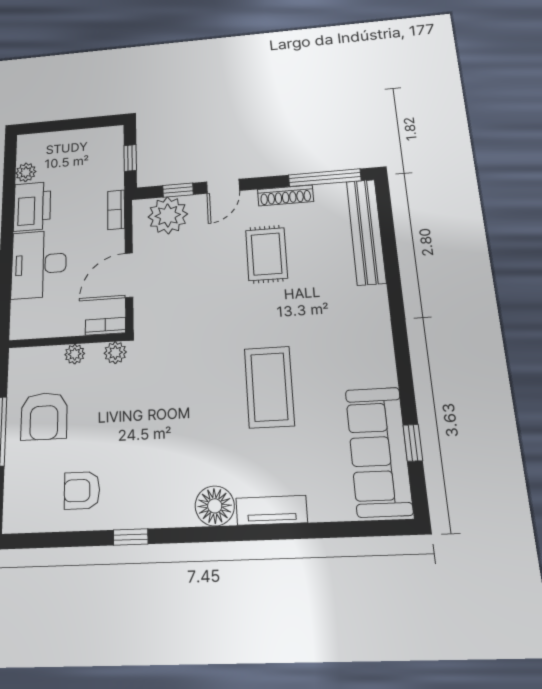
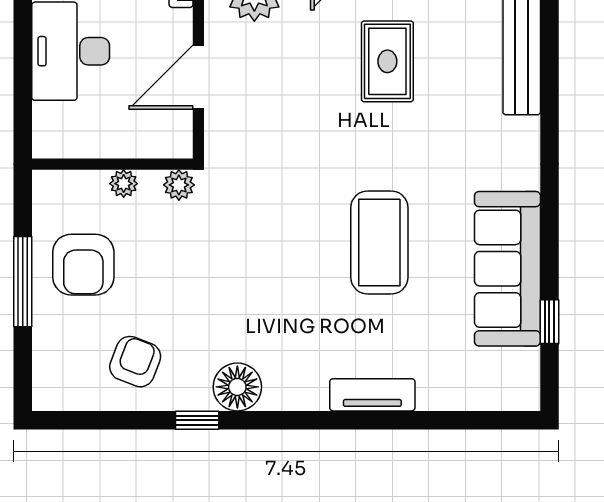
bookcase: (105, 326) -> (166, 148), removed
sofa: (379, 451) -> (507, 269), moved
armchair: (82, 490) -> (135, 362), turned 111
floor lamp: (215, 506) -> (237, 387), moved

